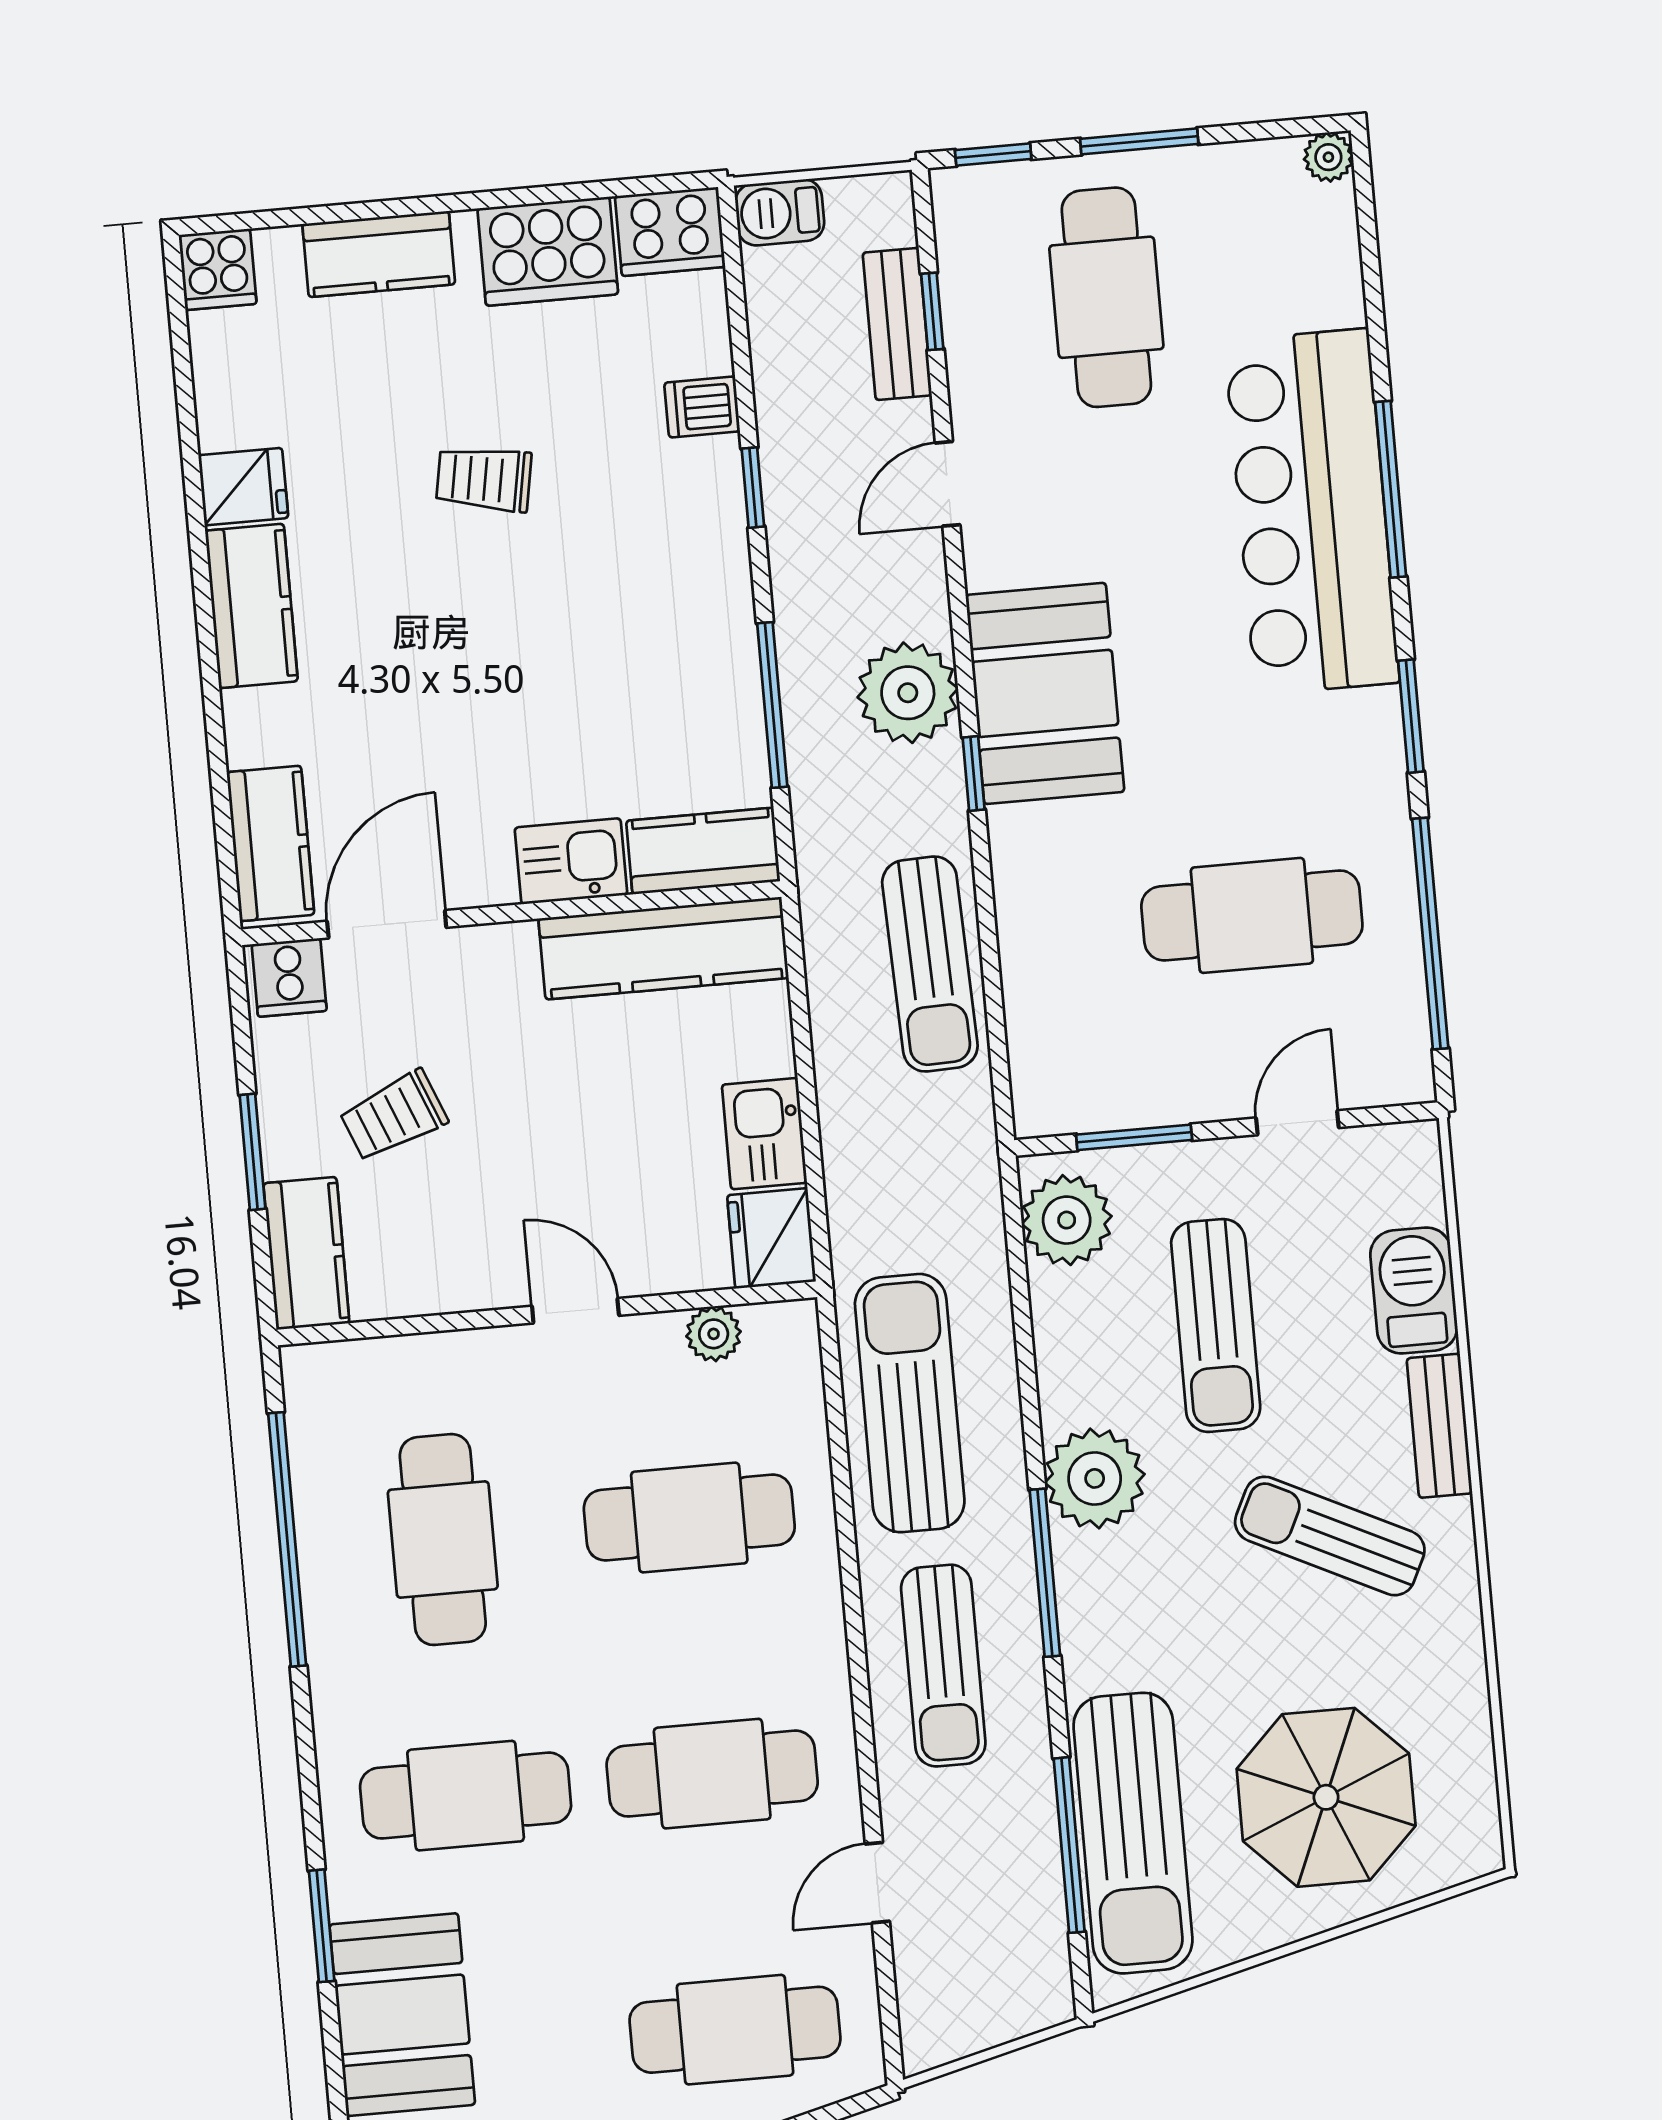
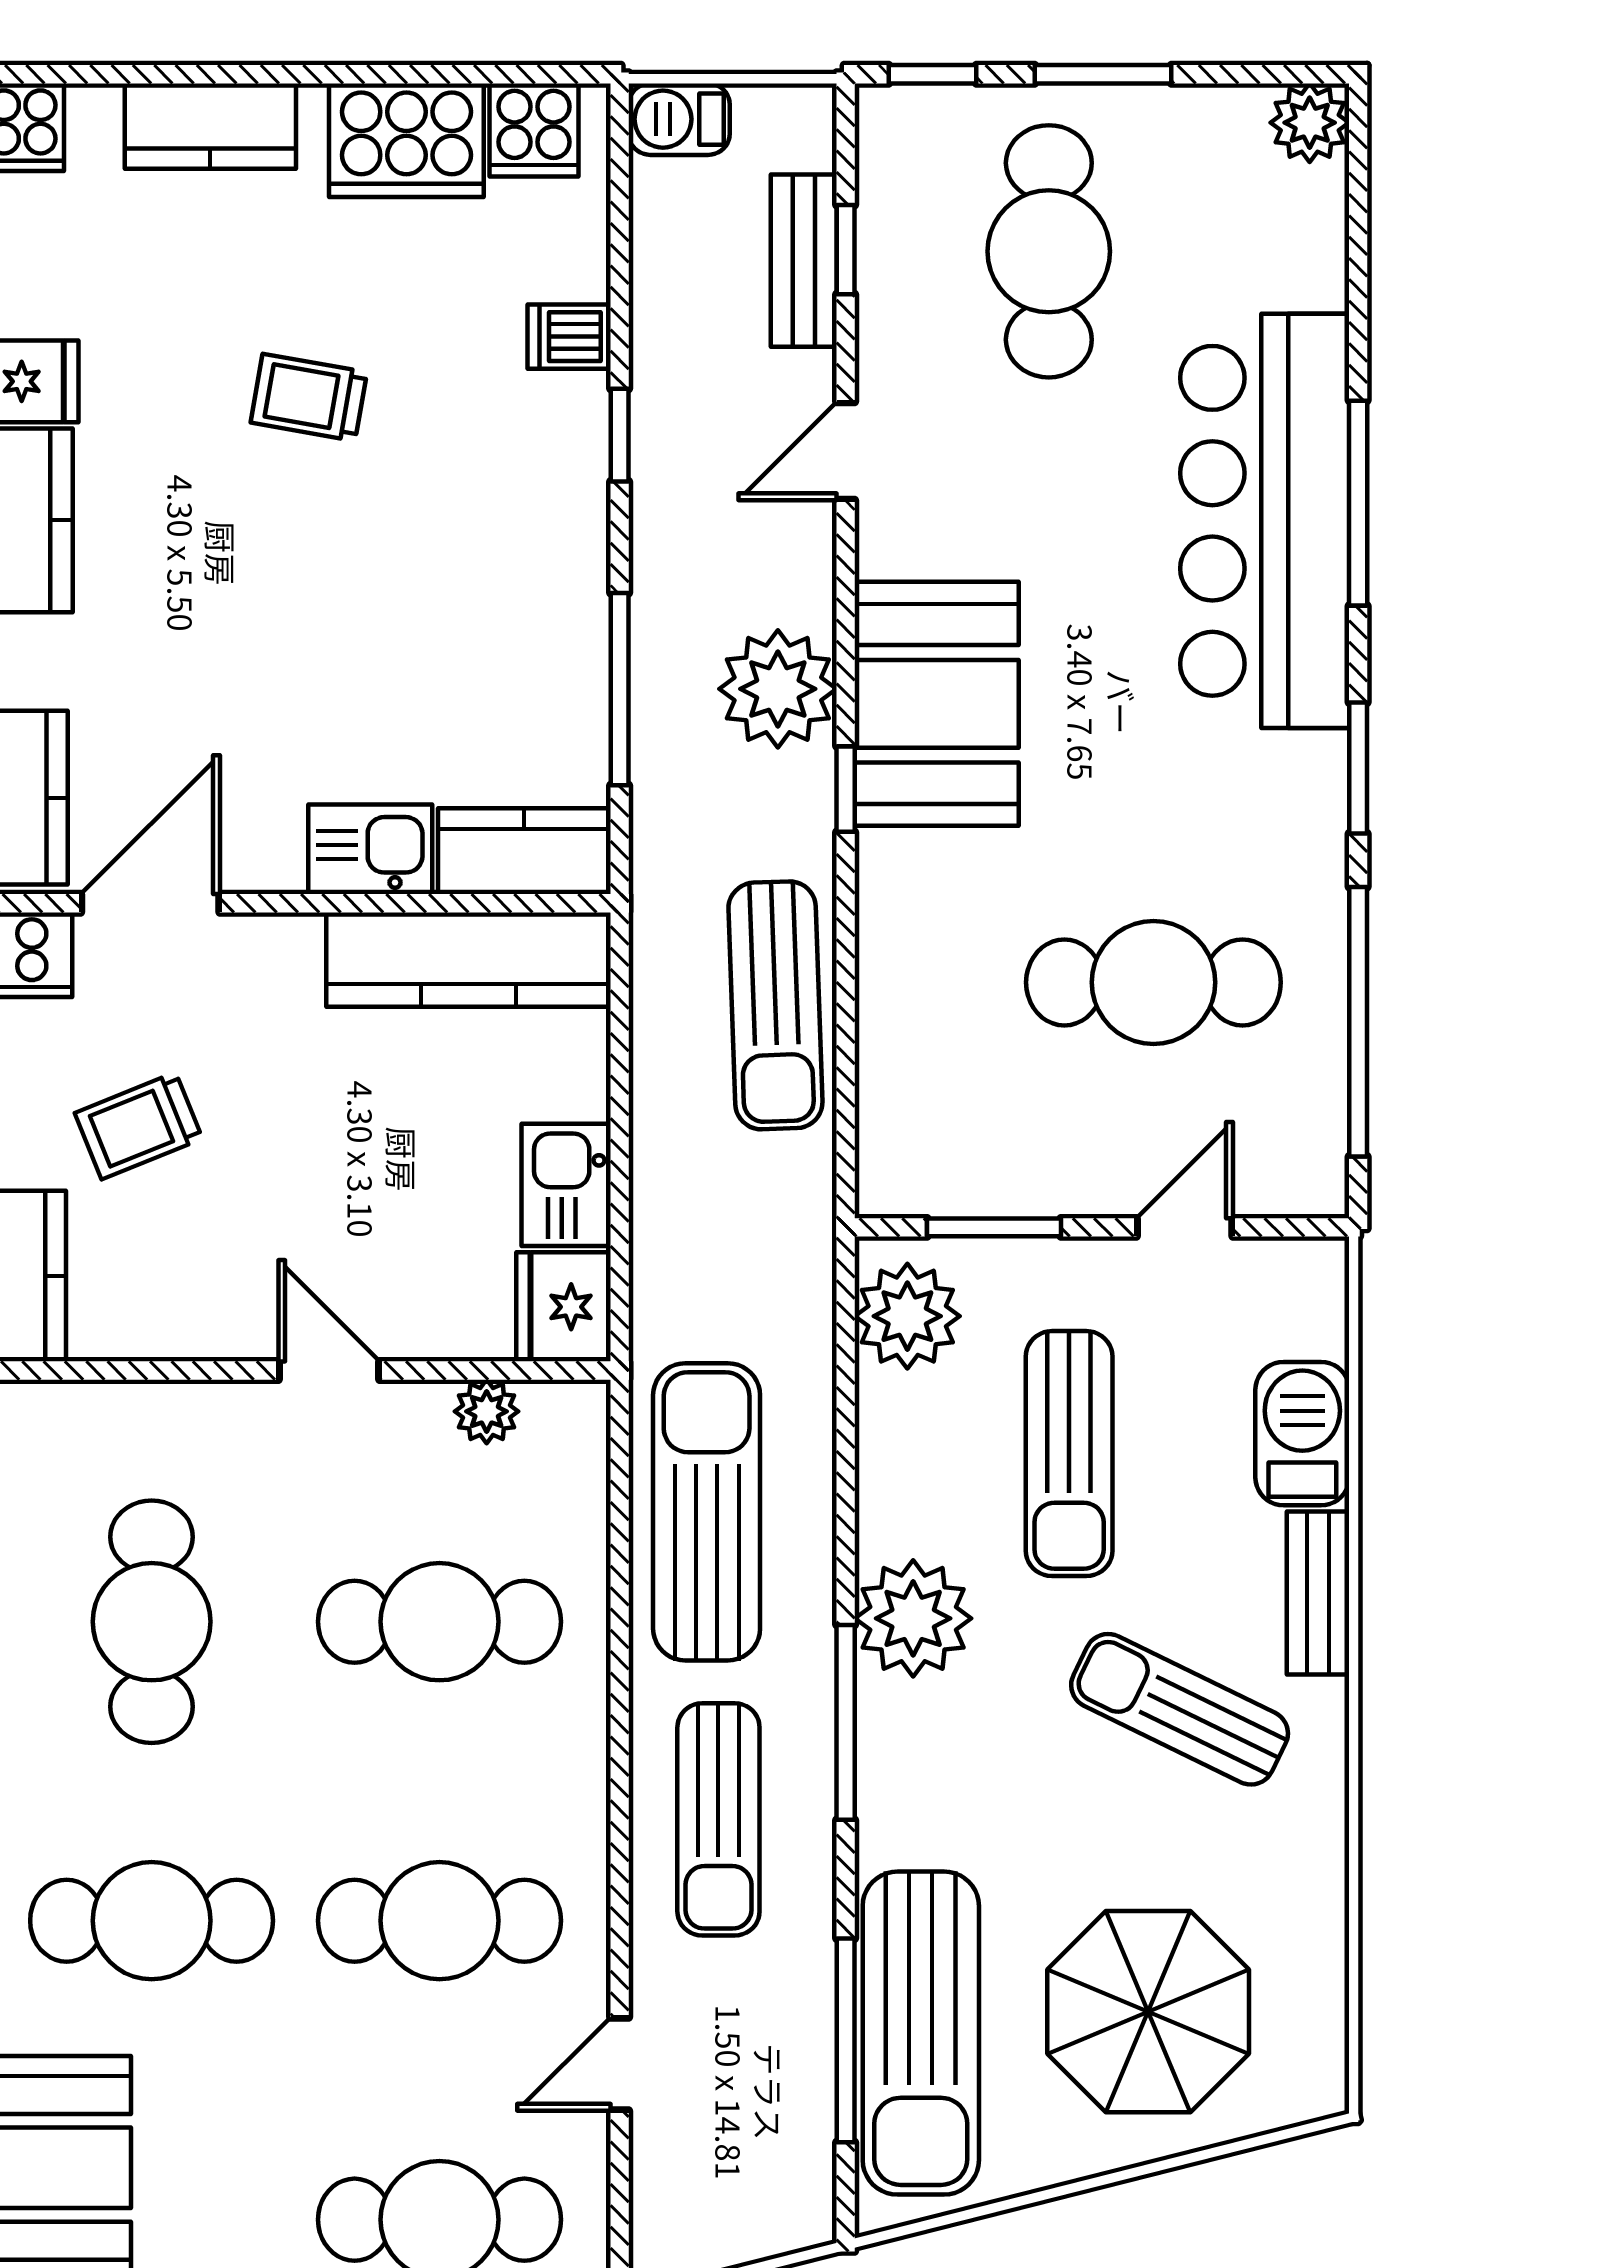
plant: (1328, 157) -> (1310, 123), width x1.38, depth x1.38
cooker: (670, 231) -> (534, 130), width x0.73

